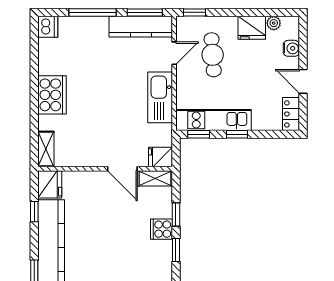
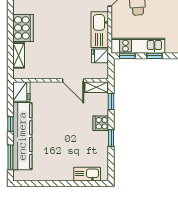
shelving: (46, 149) -> (19, 55), moved
fridge: (160, 157) -> (100, 56), moved
window: (34, 212) -> (10, 124), moved
window: (176, 214) -> (111, 101), moved

